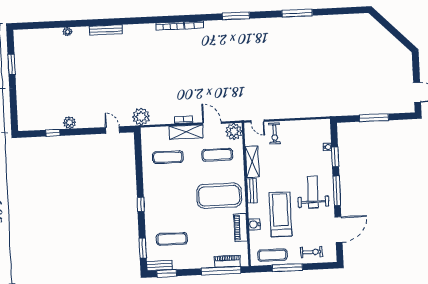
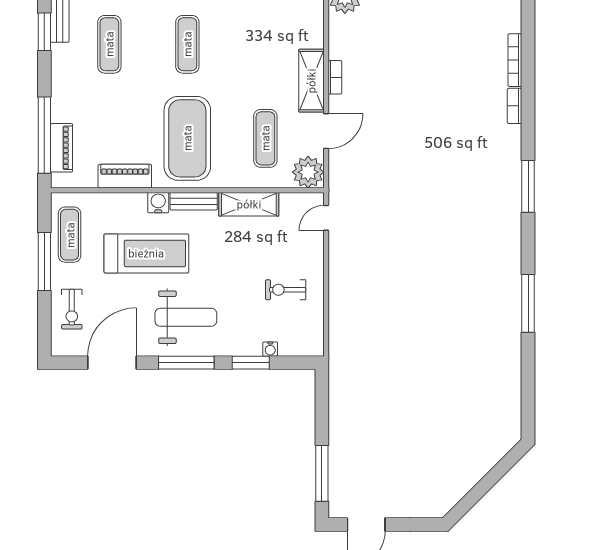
window: (374, 118) -> (322, 473), moved
exercise bike: (275, 133) -> (286, 290), moved
exercise mat: (168, 157) -> (187, 44), moved
water cooler: (254, 224) -> (158, 203), moved
door: (339, 230) -> (112, 363), swing flipped

